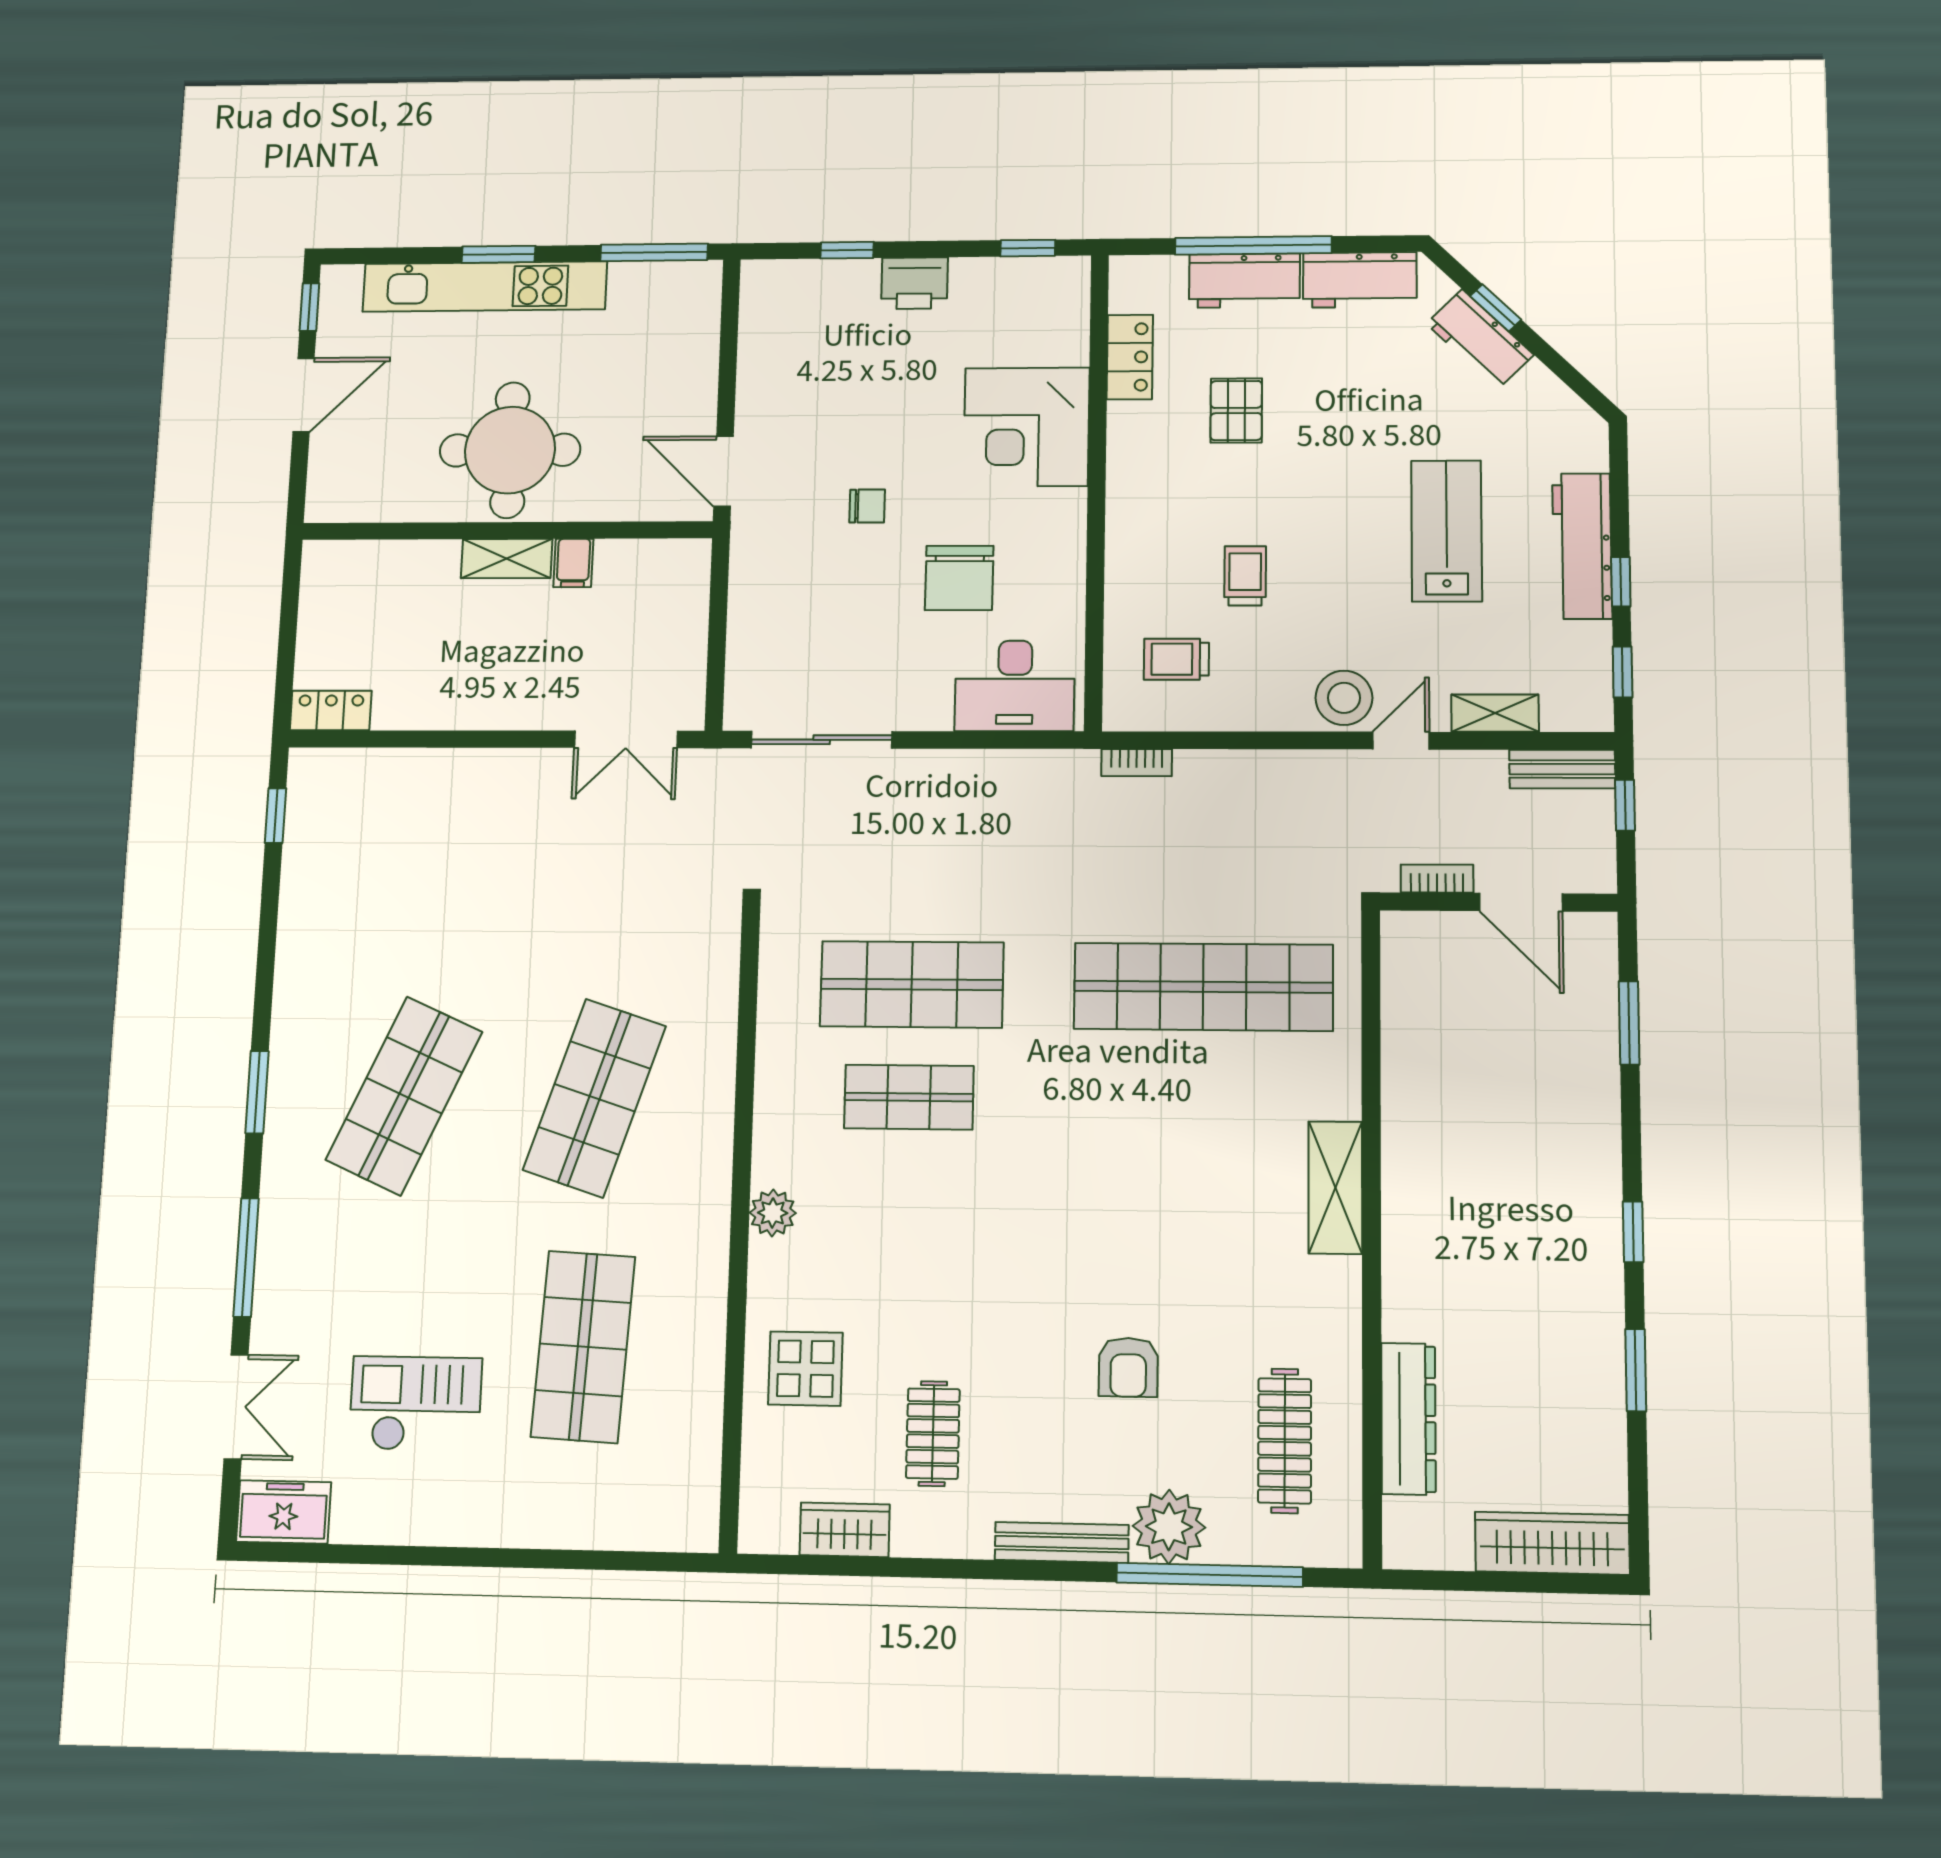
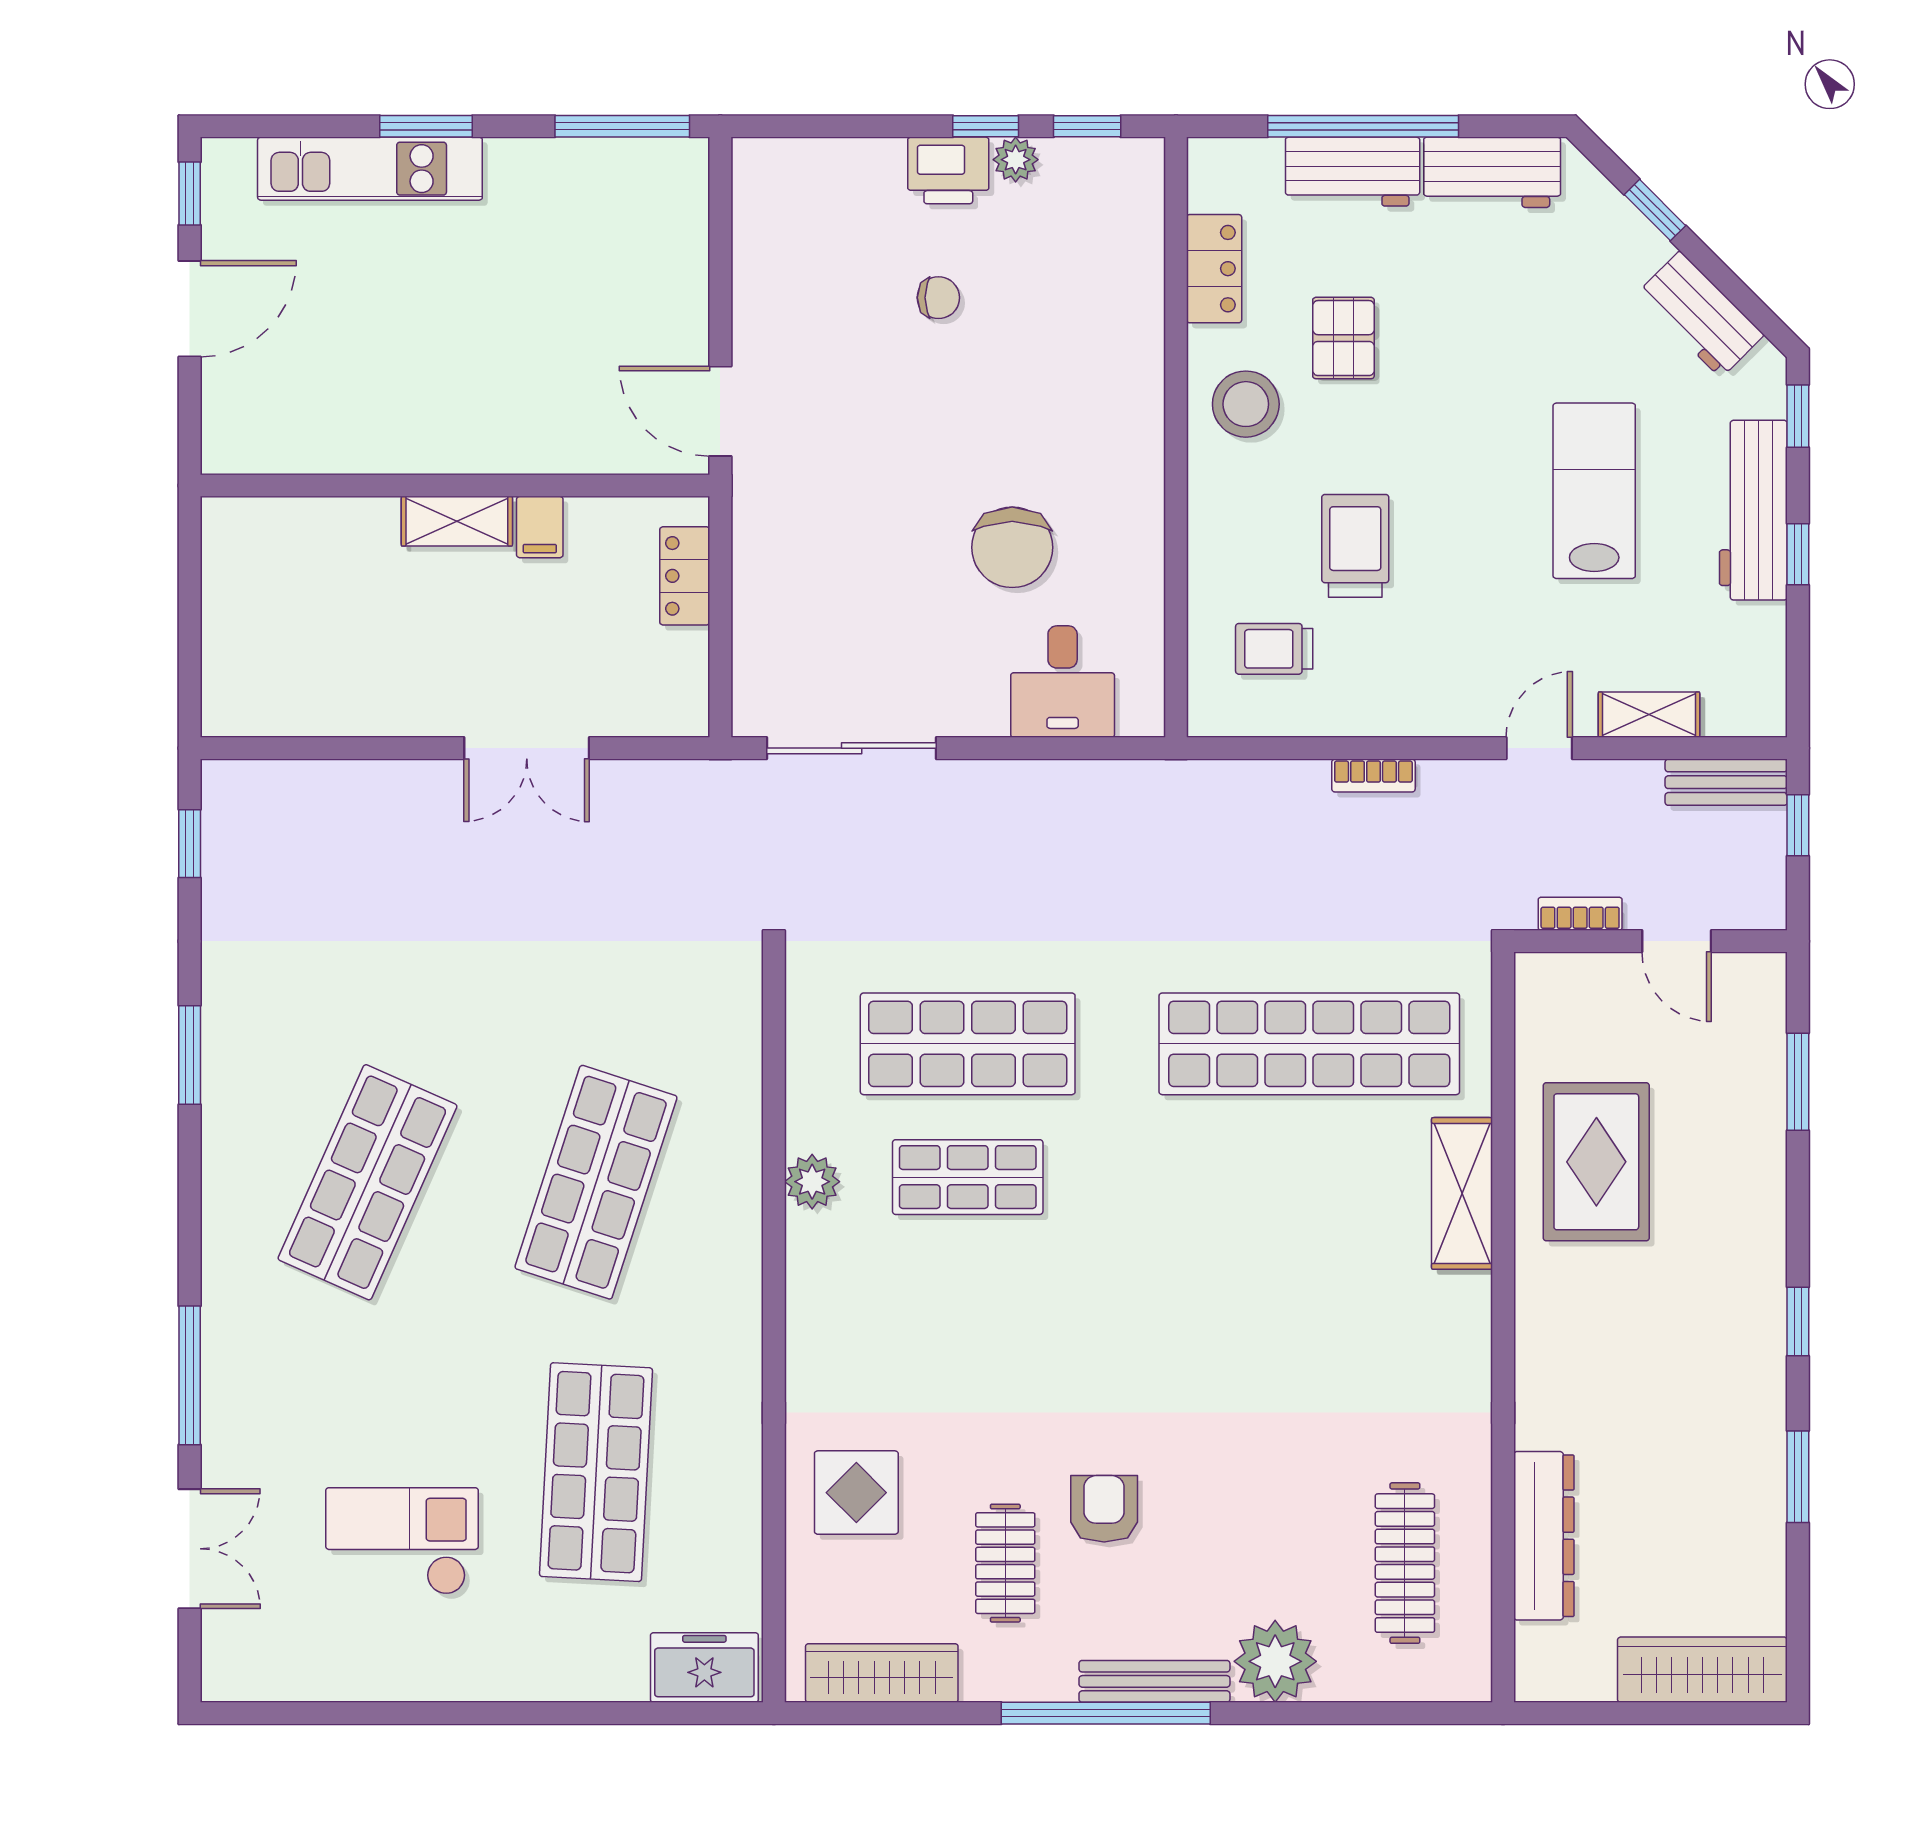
window: (847, 250) -> (986, 126), moved
plant: (969, 274) -> (1016, 160), added
kitchen unit: (485, 286) -> (370, 169), width x0.73
workbench: (1480, 339) -> (1700, 314), moved
corner desk: (1026, 427) -> (1090, 357), removed
round table: (510, 450) -> (454, 382), removed
chair: (867, 506) -> (938, 298), moved
trolley: (1245, 576) -> (1355, 546), width x1.36, depth x1.39
window: (1623, 672) -> (1798, 416), moved
desk: (1015, 686) -> (1063, 682), width x0.73
stool: (1344, 698) -> (1246, 404), moved
locker: (331, 710) -> (685, 576), moved, turned -90
double door: (626, 739) -> (527, 748), moved
bookcase: (1137, 763) -> (1373, 776), moved
door: (1521, 902) -> (1677, 941), width x0.73
rug: (1453, 1090) -> (1596, 1162), added
window: (257, 1092) -> (190, 1055), moved
shelving: (1335, 1188) -> (1462, 1193), moved
plant: (773, 1213) -> (812, 1182), moved
armchair: (1128, 1367) -> (1104, 1509), moved, turned 180
freezer: (284, 1512) -> (704, 1667), moved
wardrobe: (845, 1530) -> (882, 1673), width x1.50
window: (1210, 1575) -> (1106, 1713), moved

